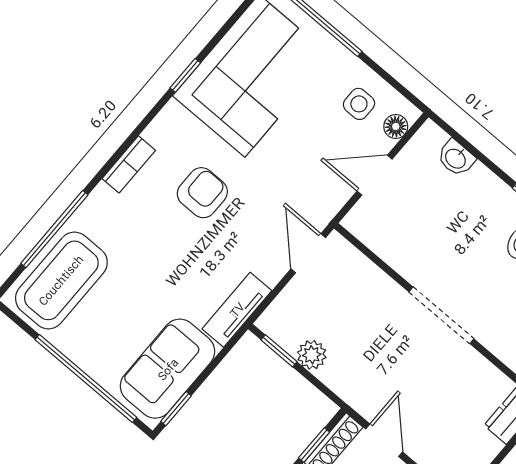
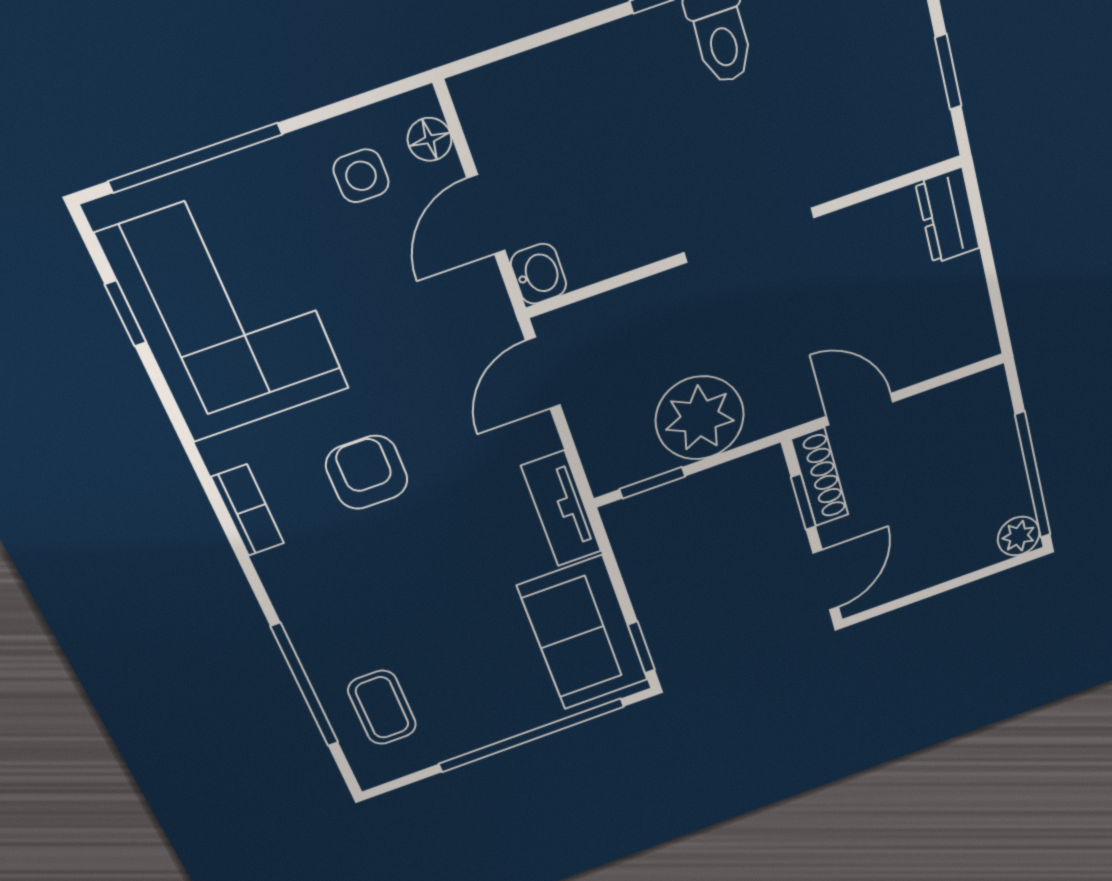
window: (185, 75) -> (125, 314), moved
washbasin: (456, 158) -> (539, 274), moved, turned -90
bookcase: (129, 164) -> (248, 510), moved
door: (308, 253) -> (543, 373), hinge flipped
coffee table: (61, 280) -> (382, 707), width x0.54, depth x0.58
plant: (312, 355) -> (700, 418), width x1.88, depth x1.88

